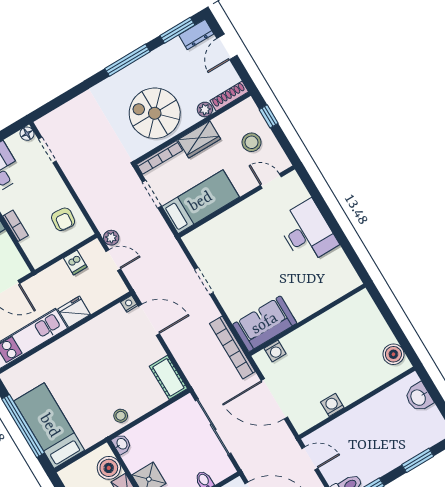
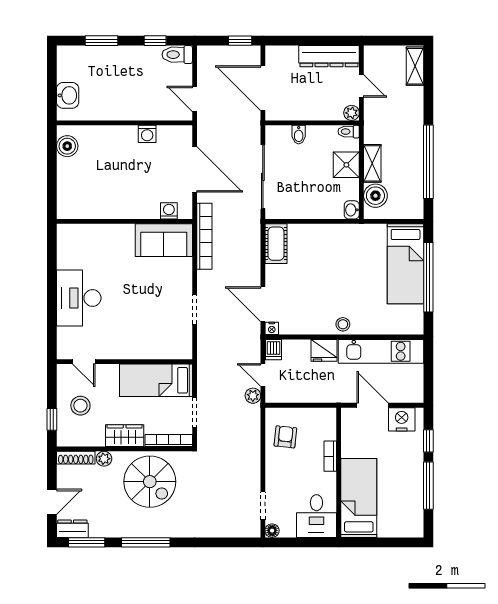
dishwasher: (75, 263) -> (274, 350), moved, turned 180
stool: (121, 416) -> (343, 324), moved

